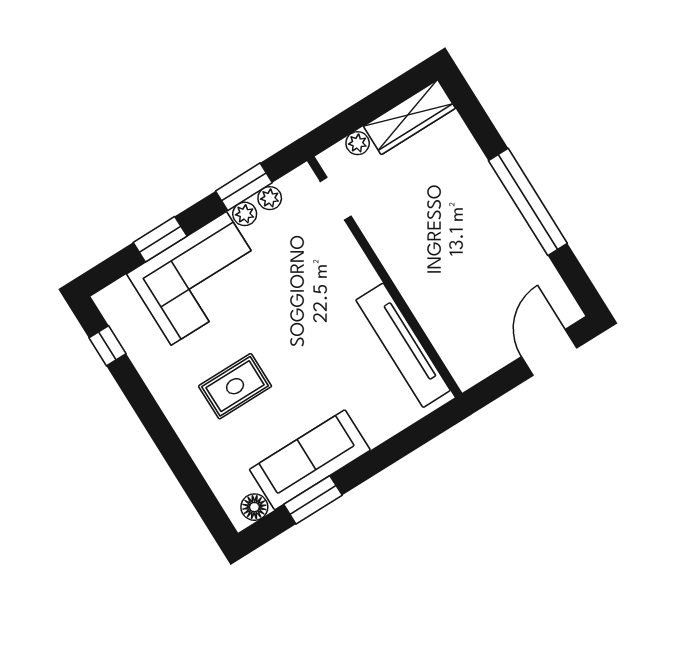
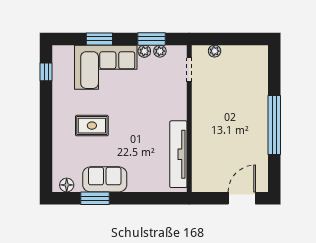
wardrobe: (409, 117) -> (245, 54), removed
sofa: (310, 460) -> (105, 179), width x0.73

